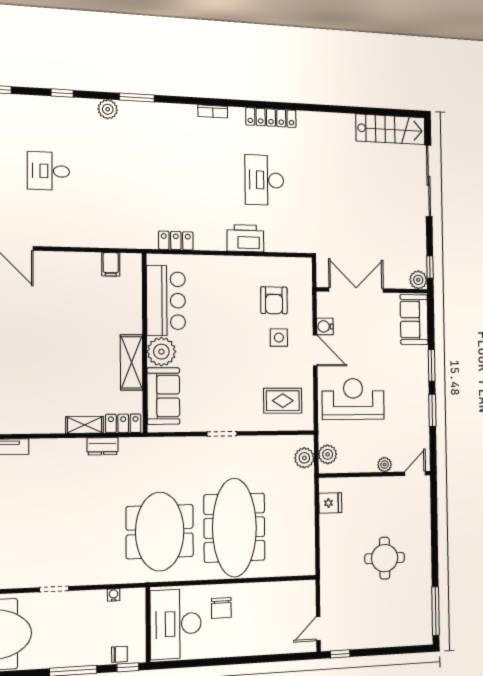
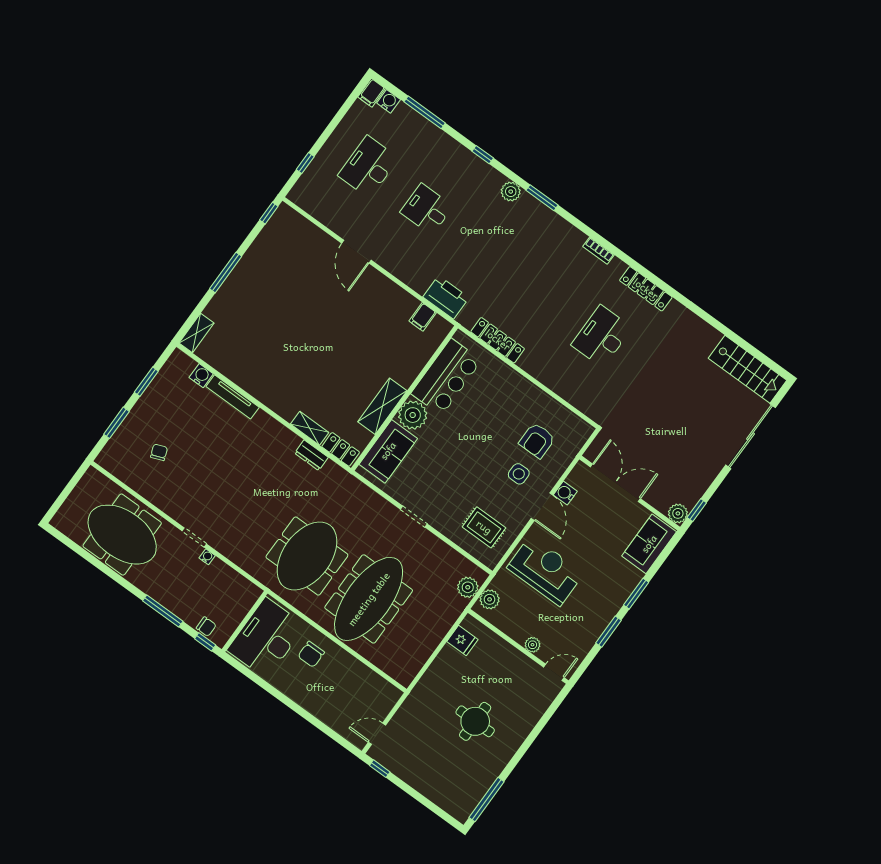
printer: (245, 238) -> (446, 297), moved
locker: (176, 241) -> (498, 340), width x1.53
water cooler: (114, 595) -> (207, 557), moved

